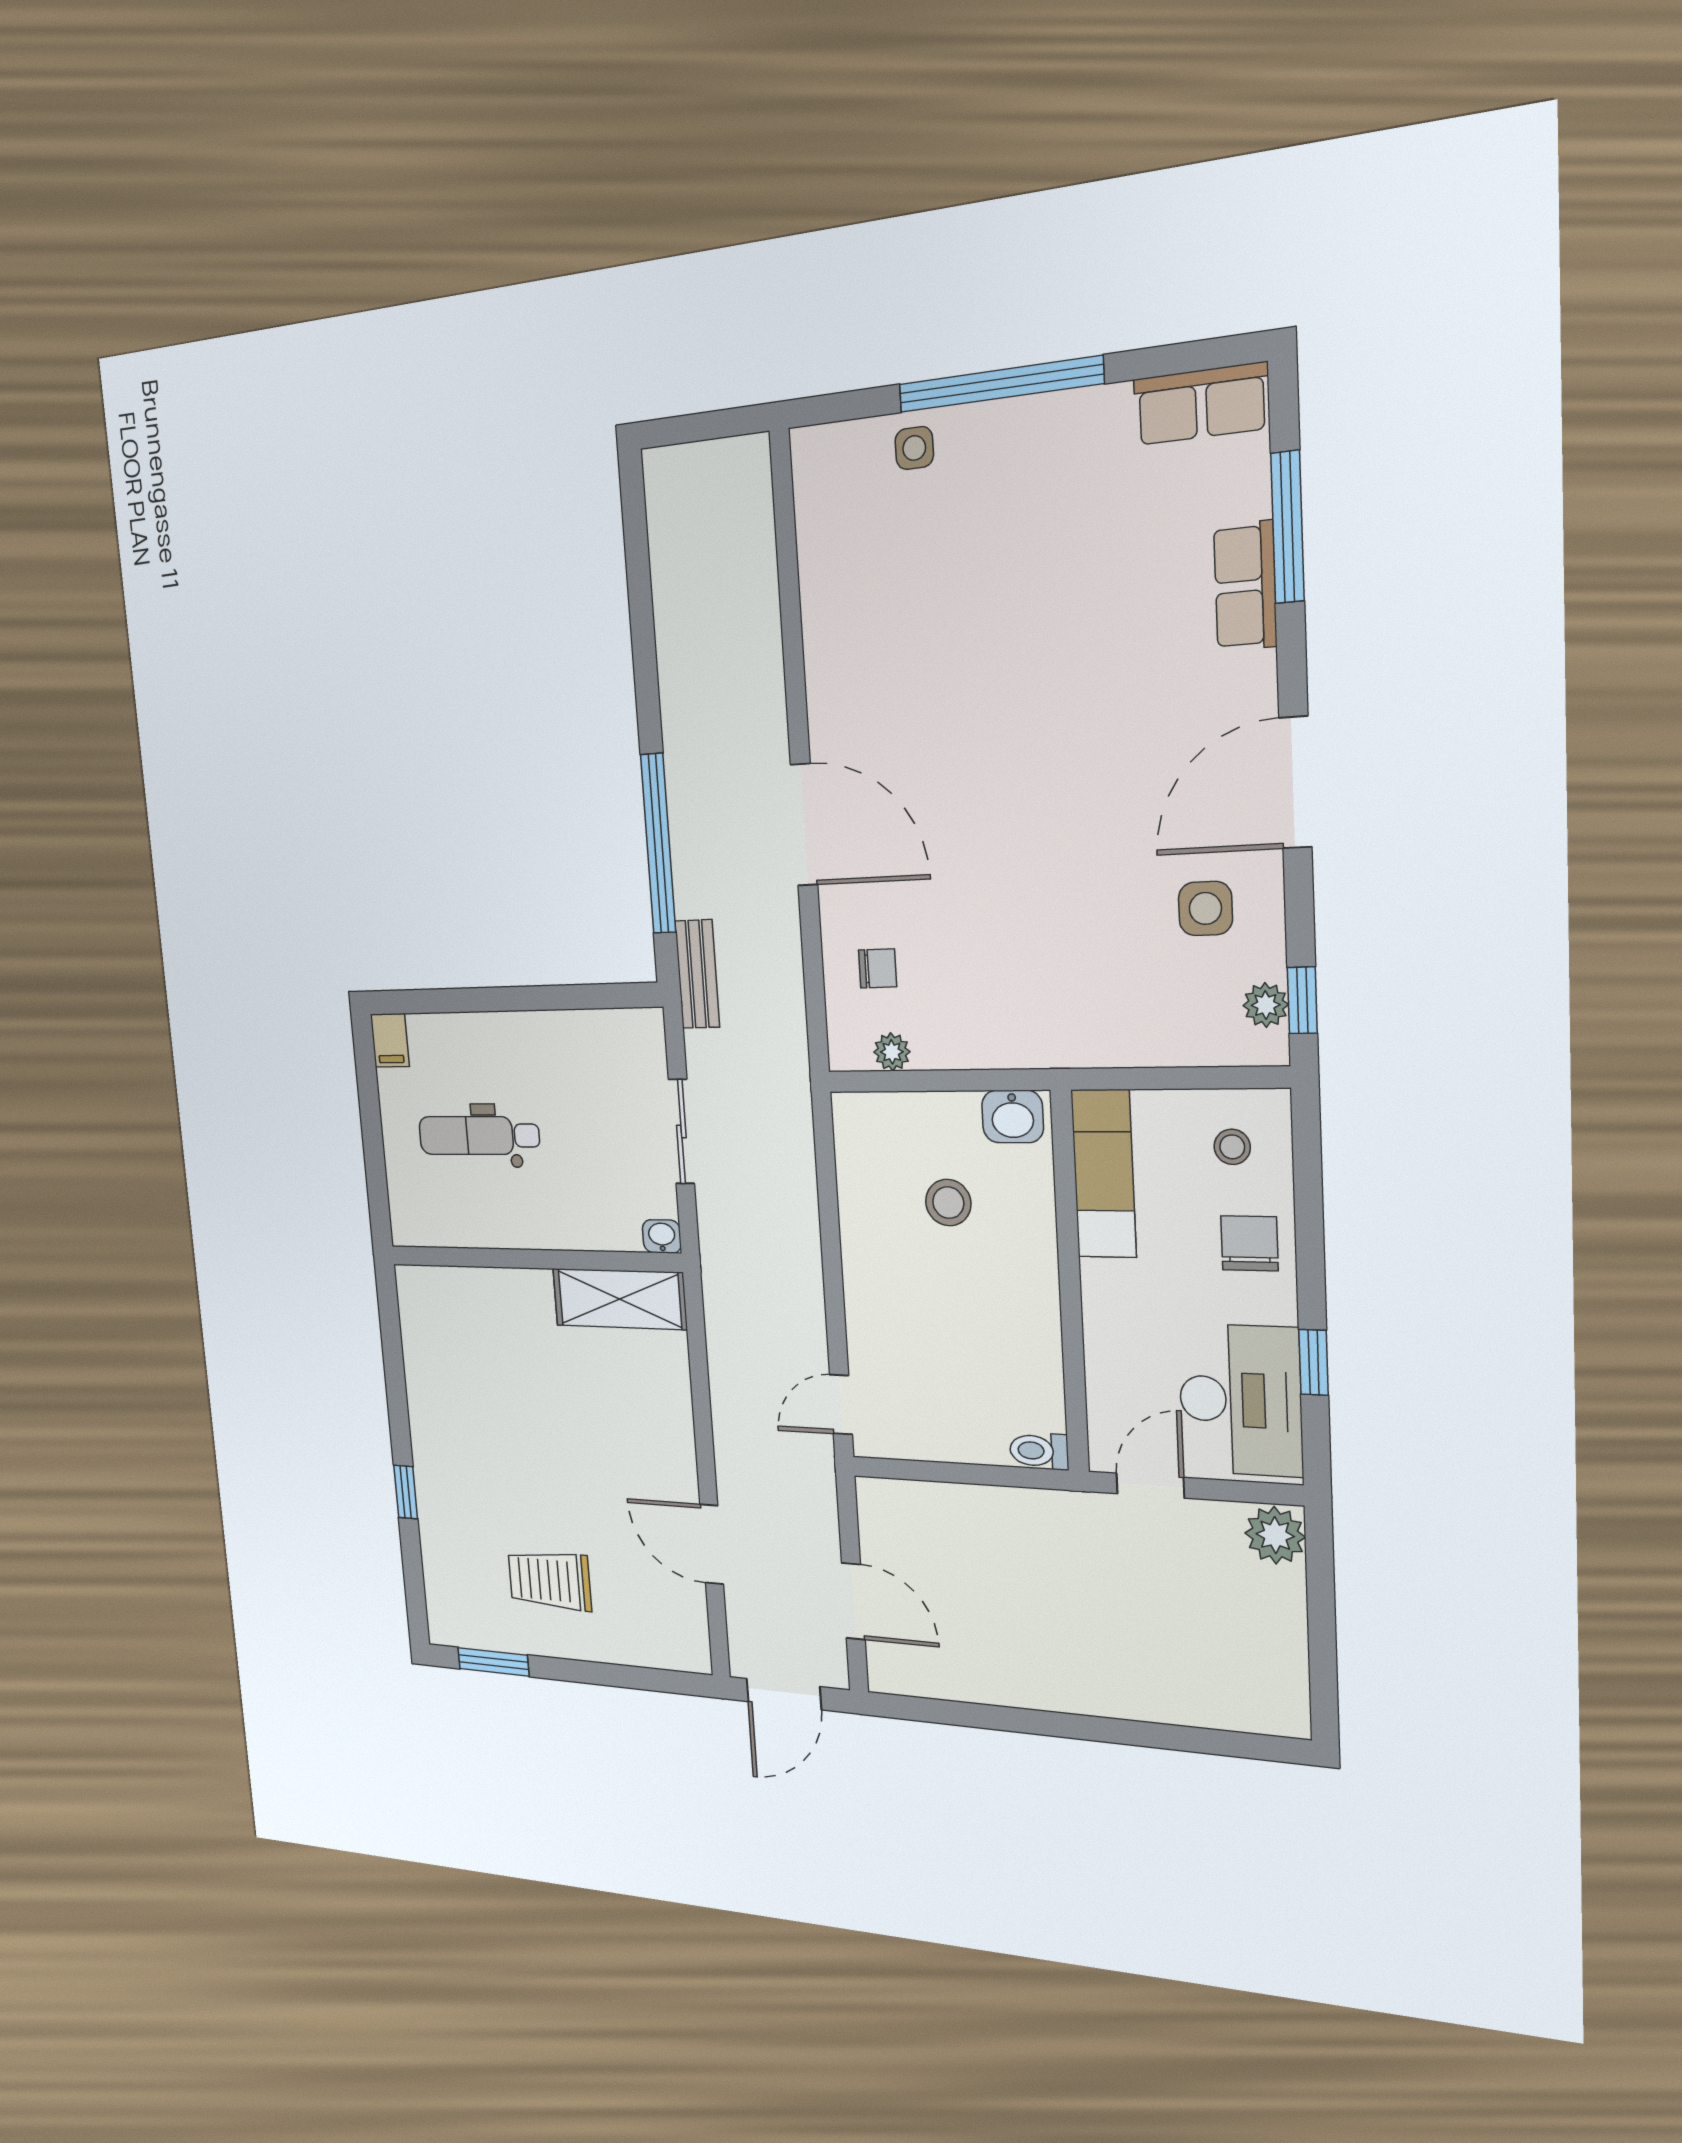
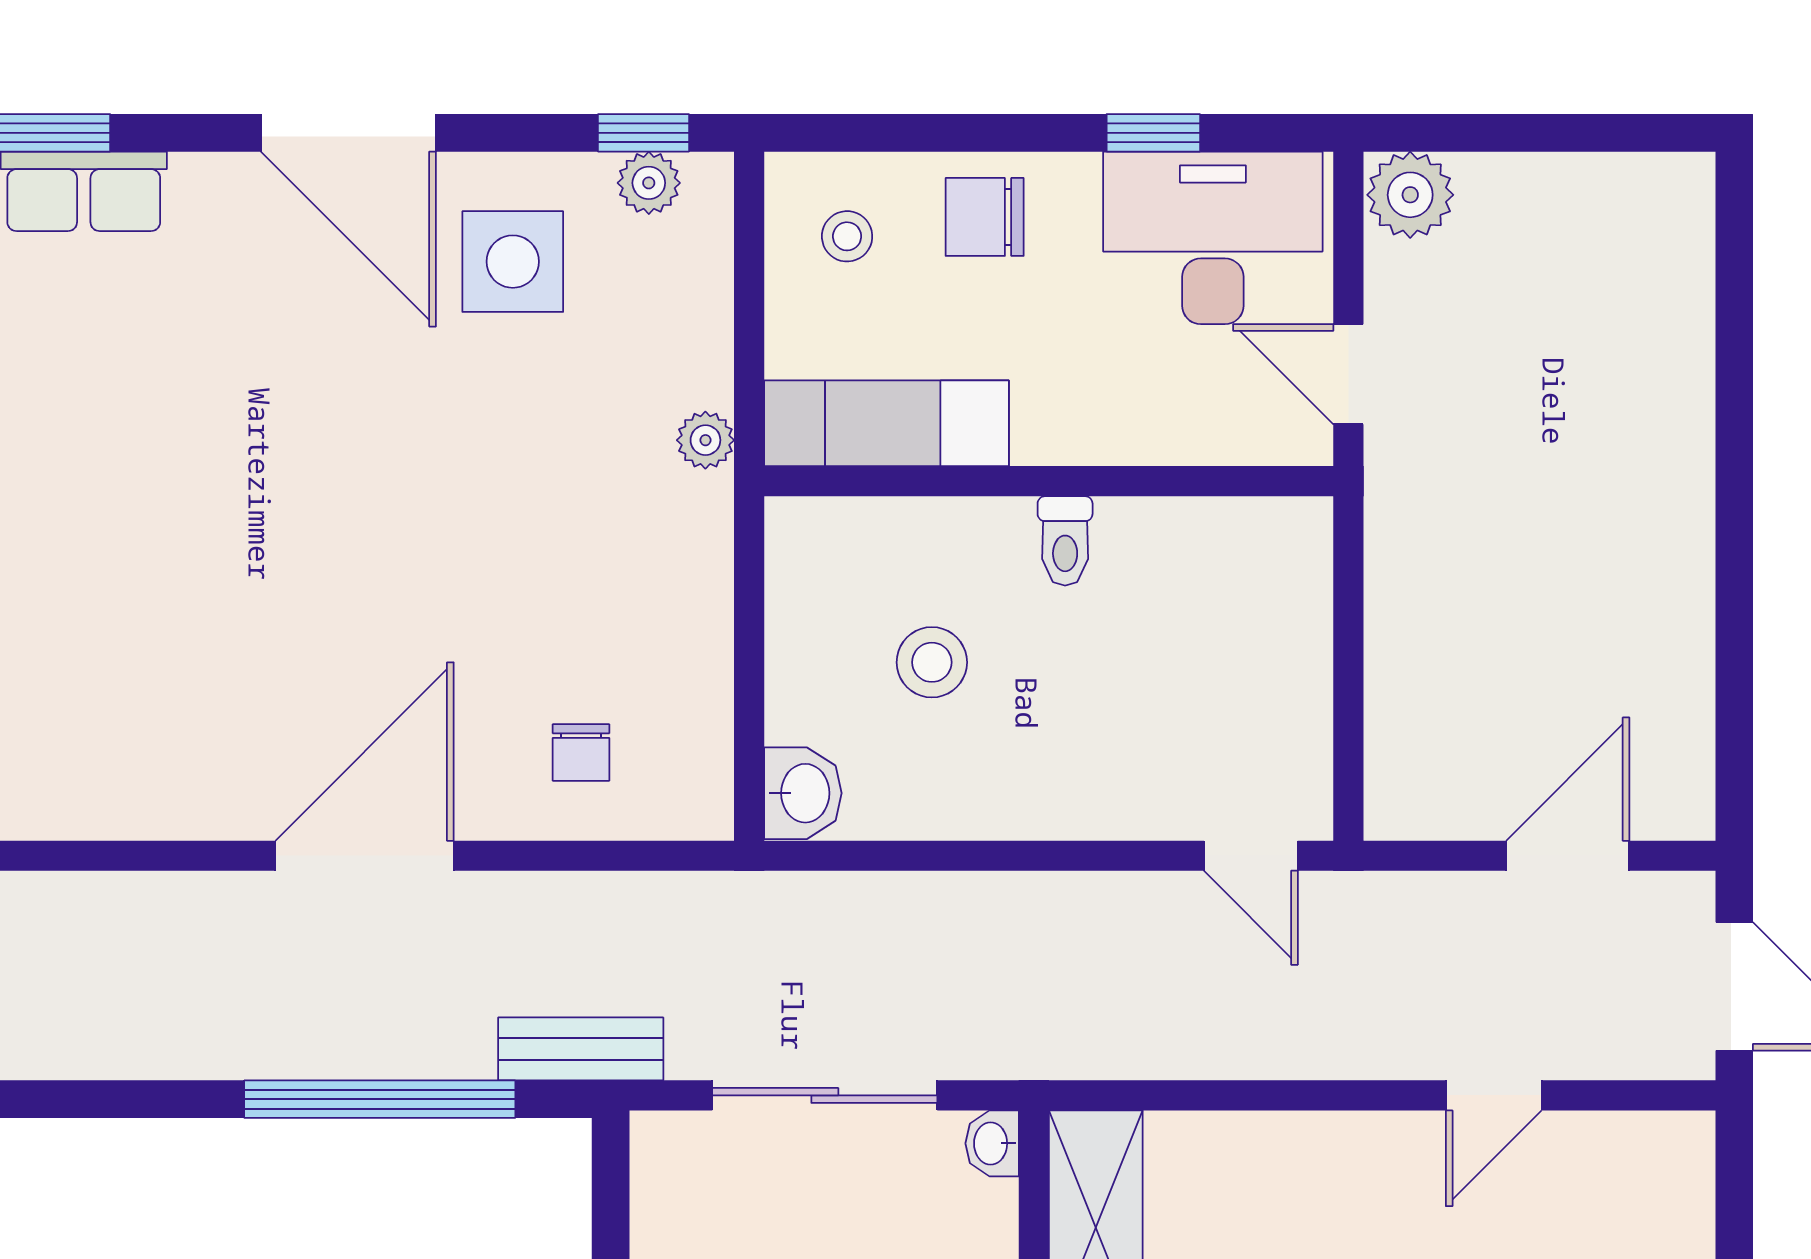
side table: (1205, 908) -> (513, 262), width x1.37, depth x1.37
chair: (878, 968) -> (581, 753), turned 180
plant: (892, 1052) -> (705, 440), moved
washbasin: (1013, 1116) -> (803, 793), moved
sliding door: (681, 1131) -> (825, 1095), width x1.37
toilet: (1039, 1451) -> (1065, 541), moved
door: (712, 1544) -> (1494, 1095), width x0.73

